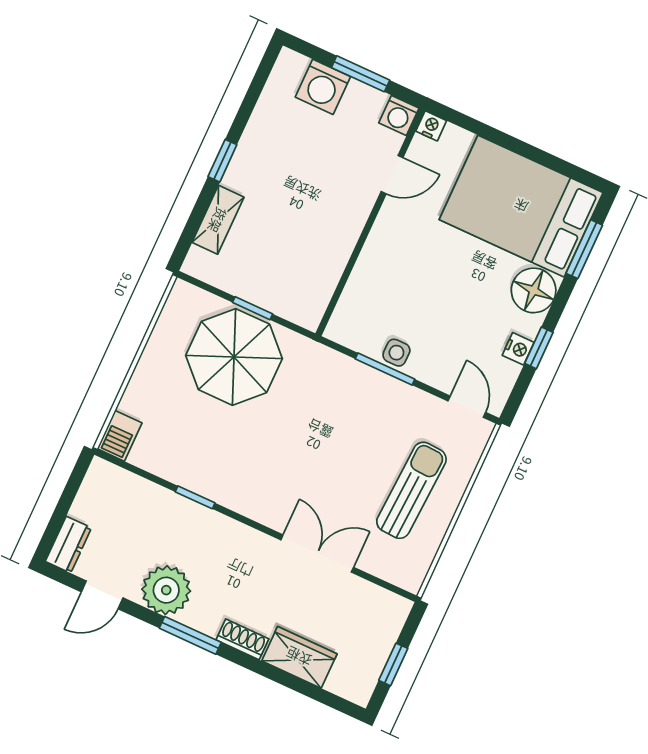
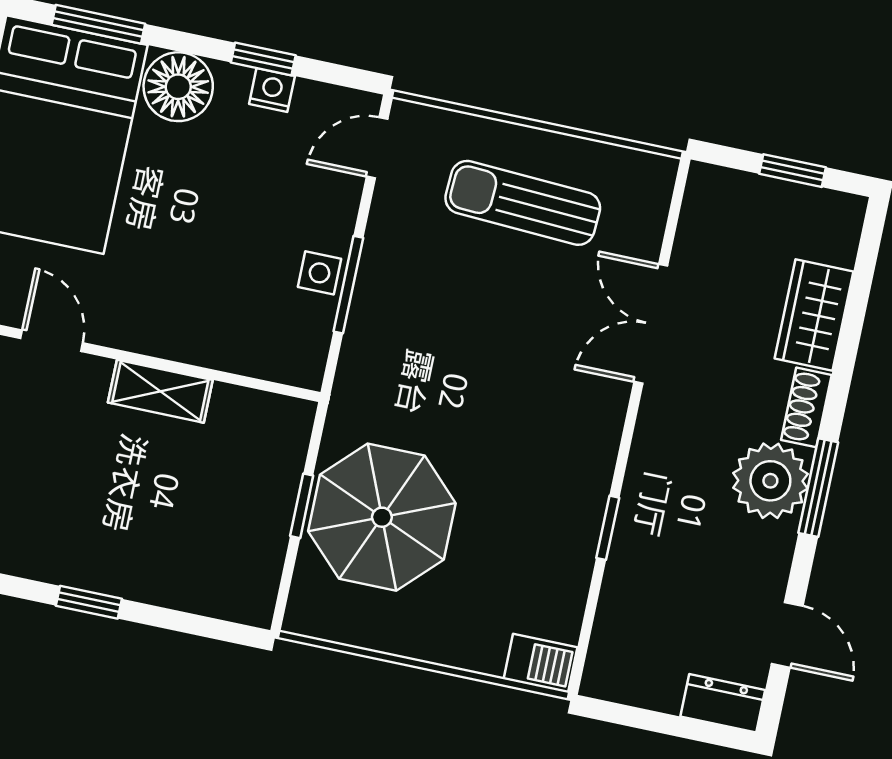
shelving: (218, 220) -> (160, 391), moved
plant: (166, 590) -> (770, 481), moved

